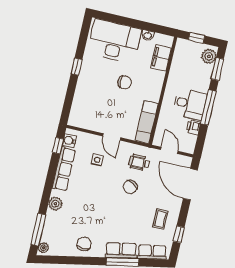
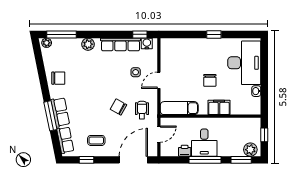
filing cabinet: (161, 58) -> (219, 107), moved

